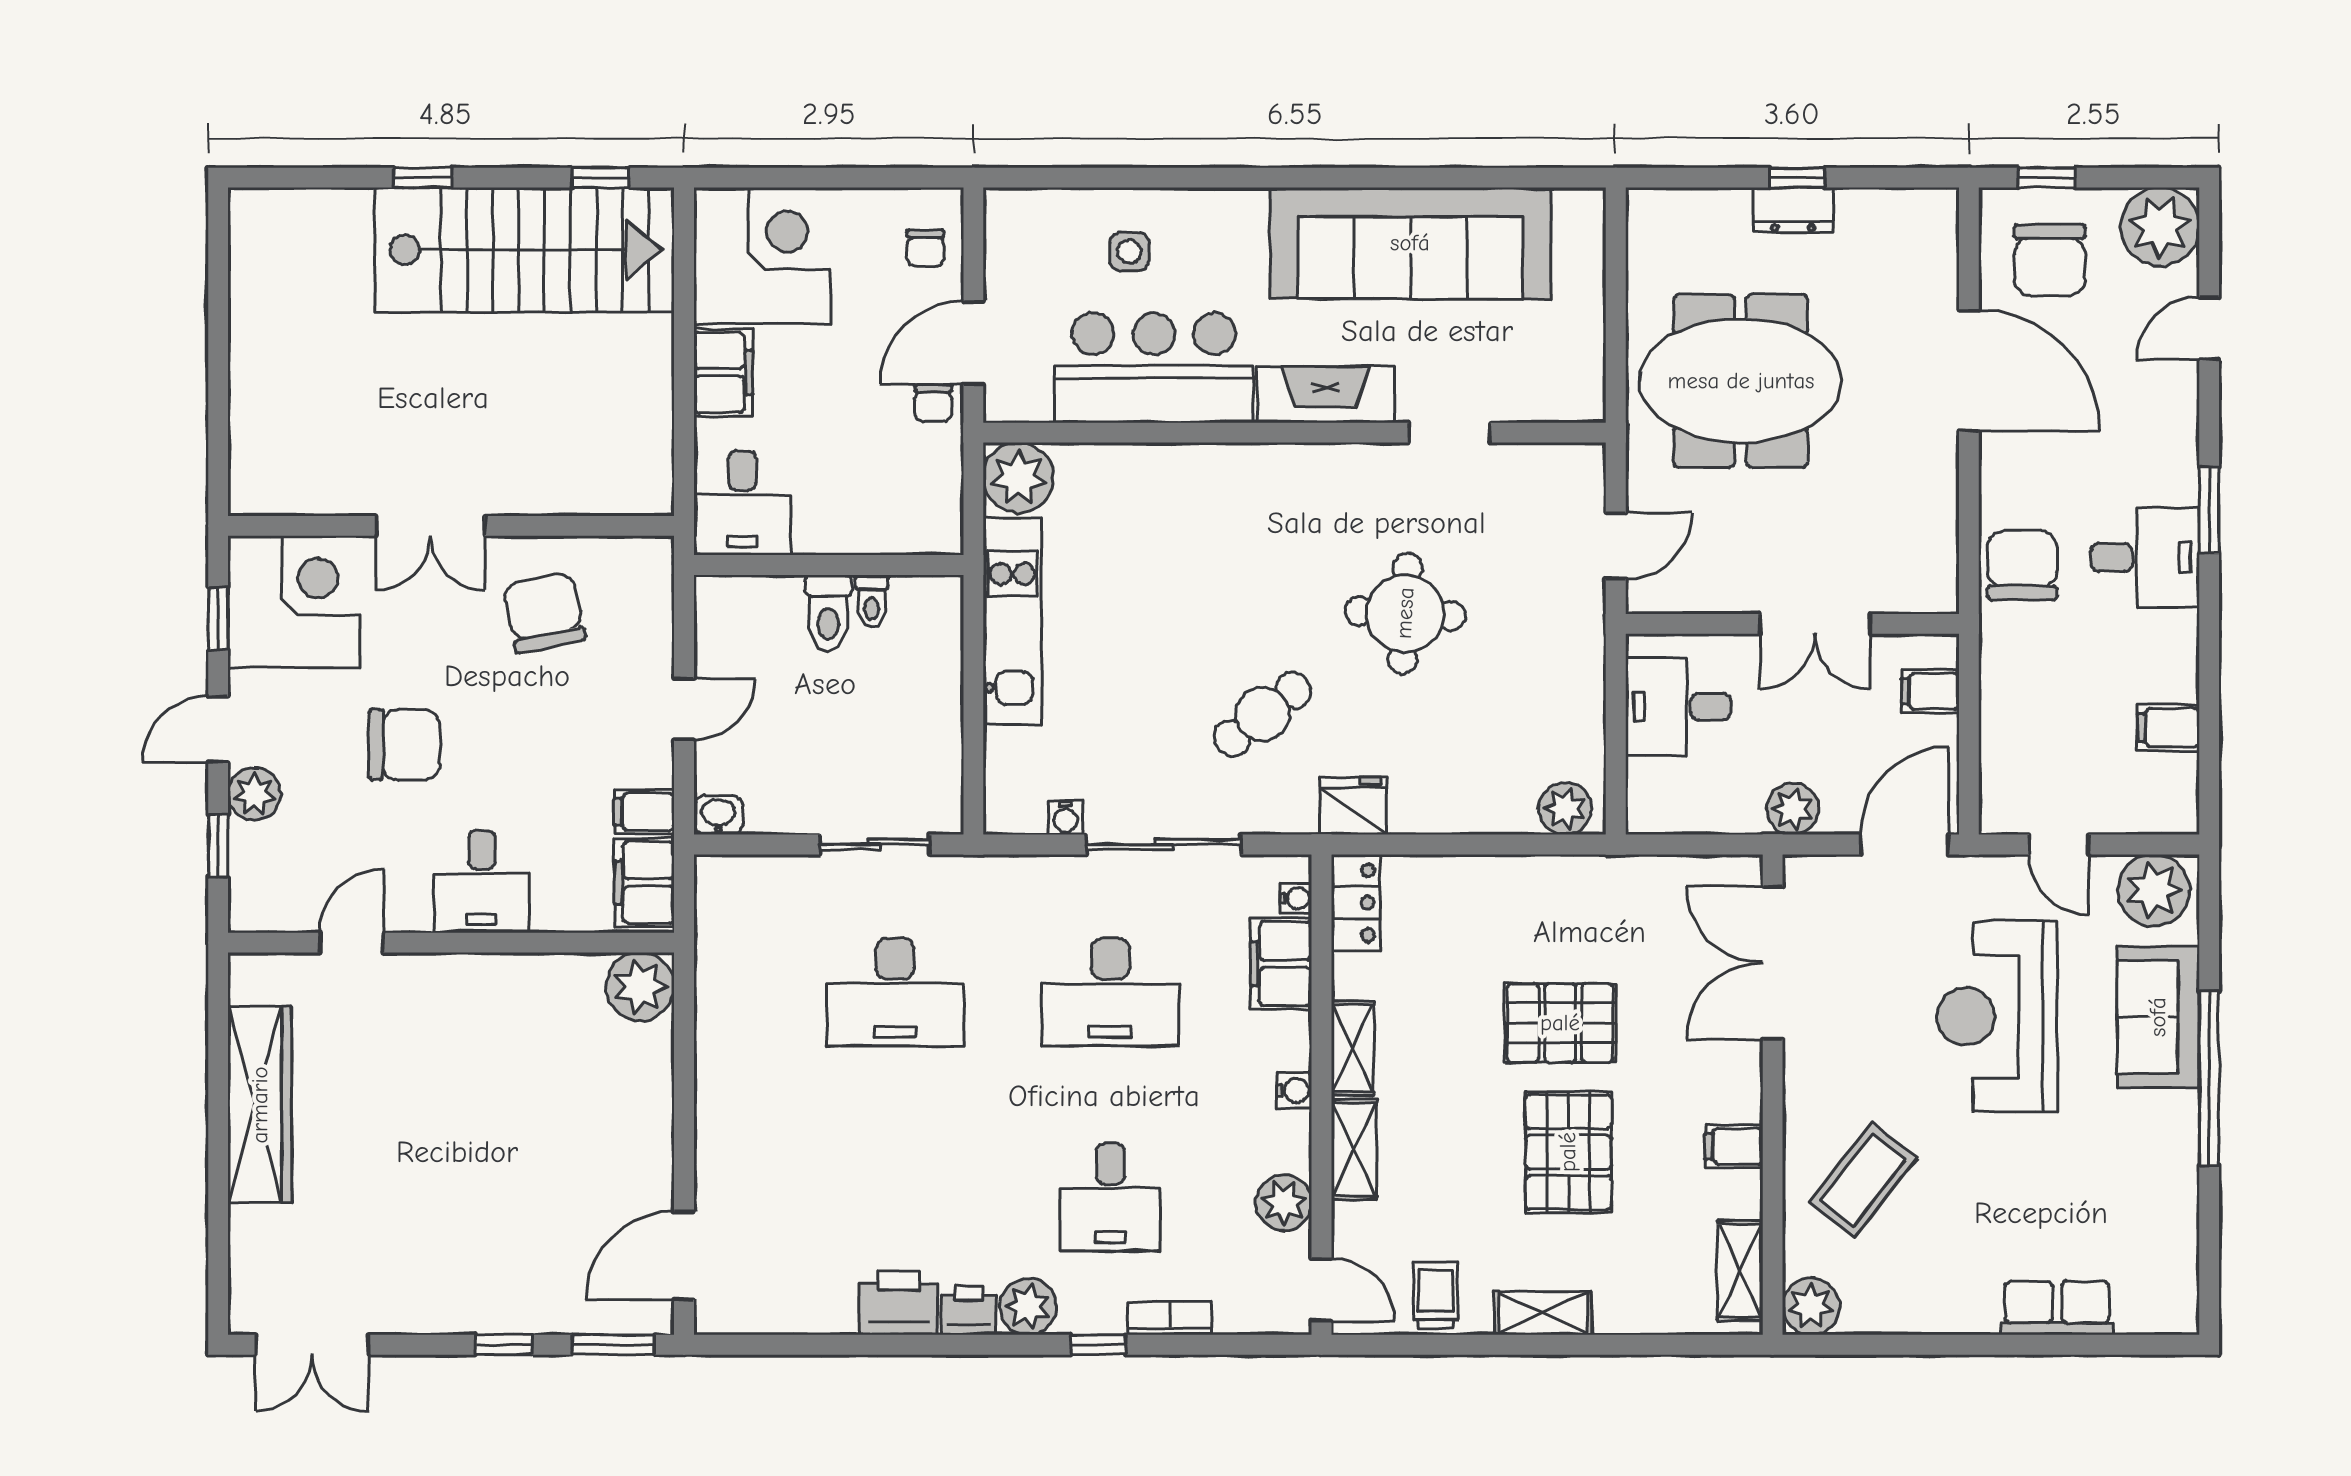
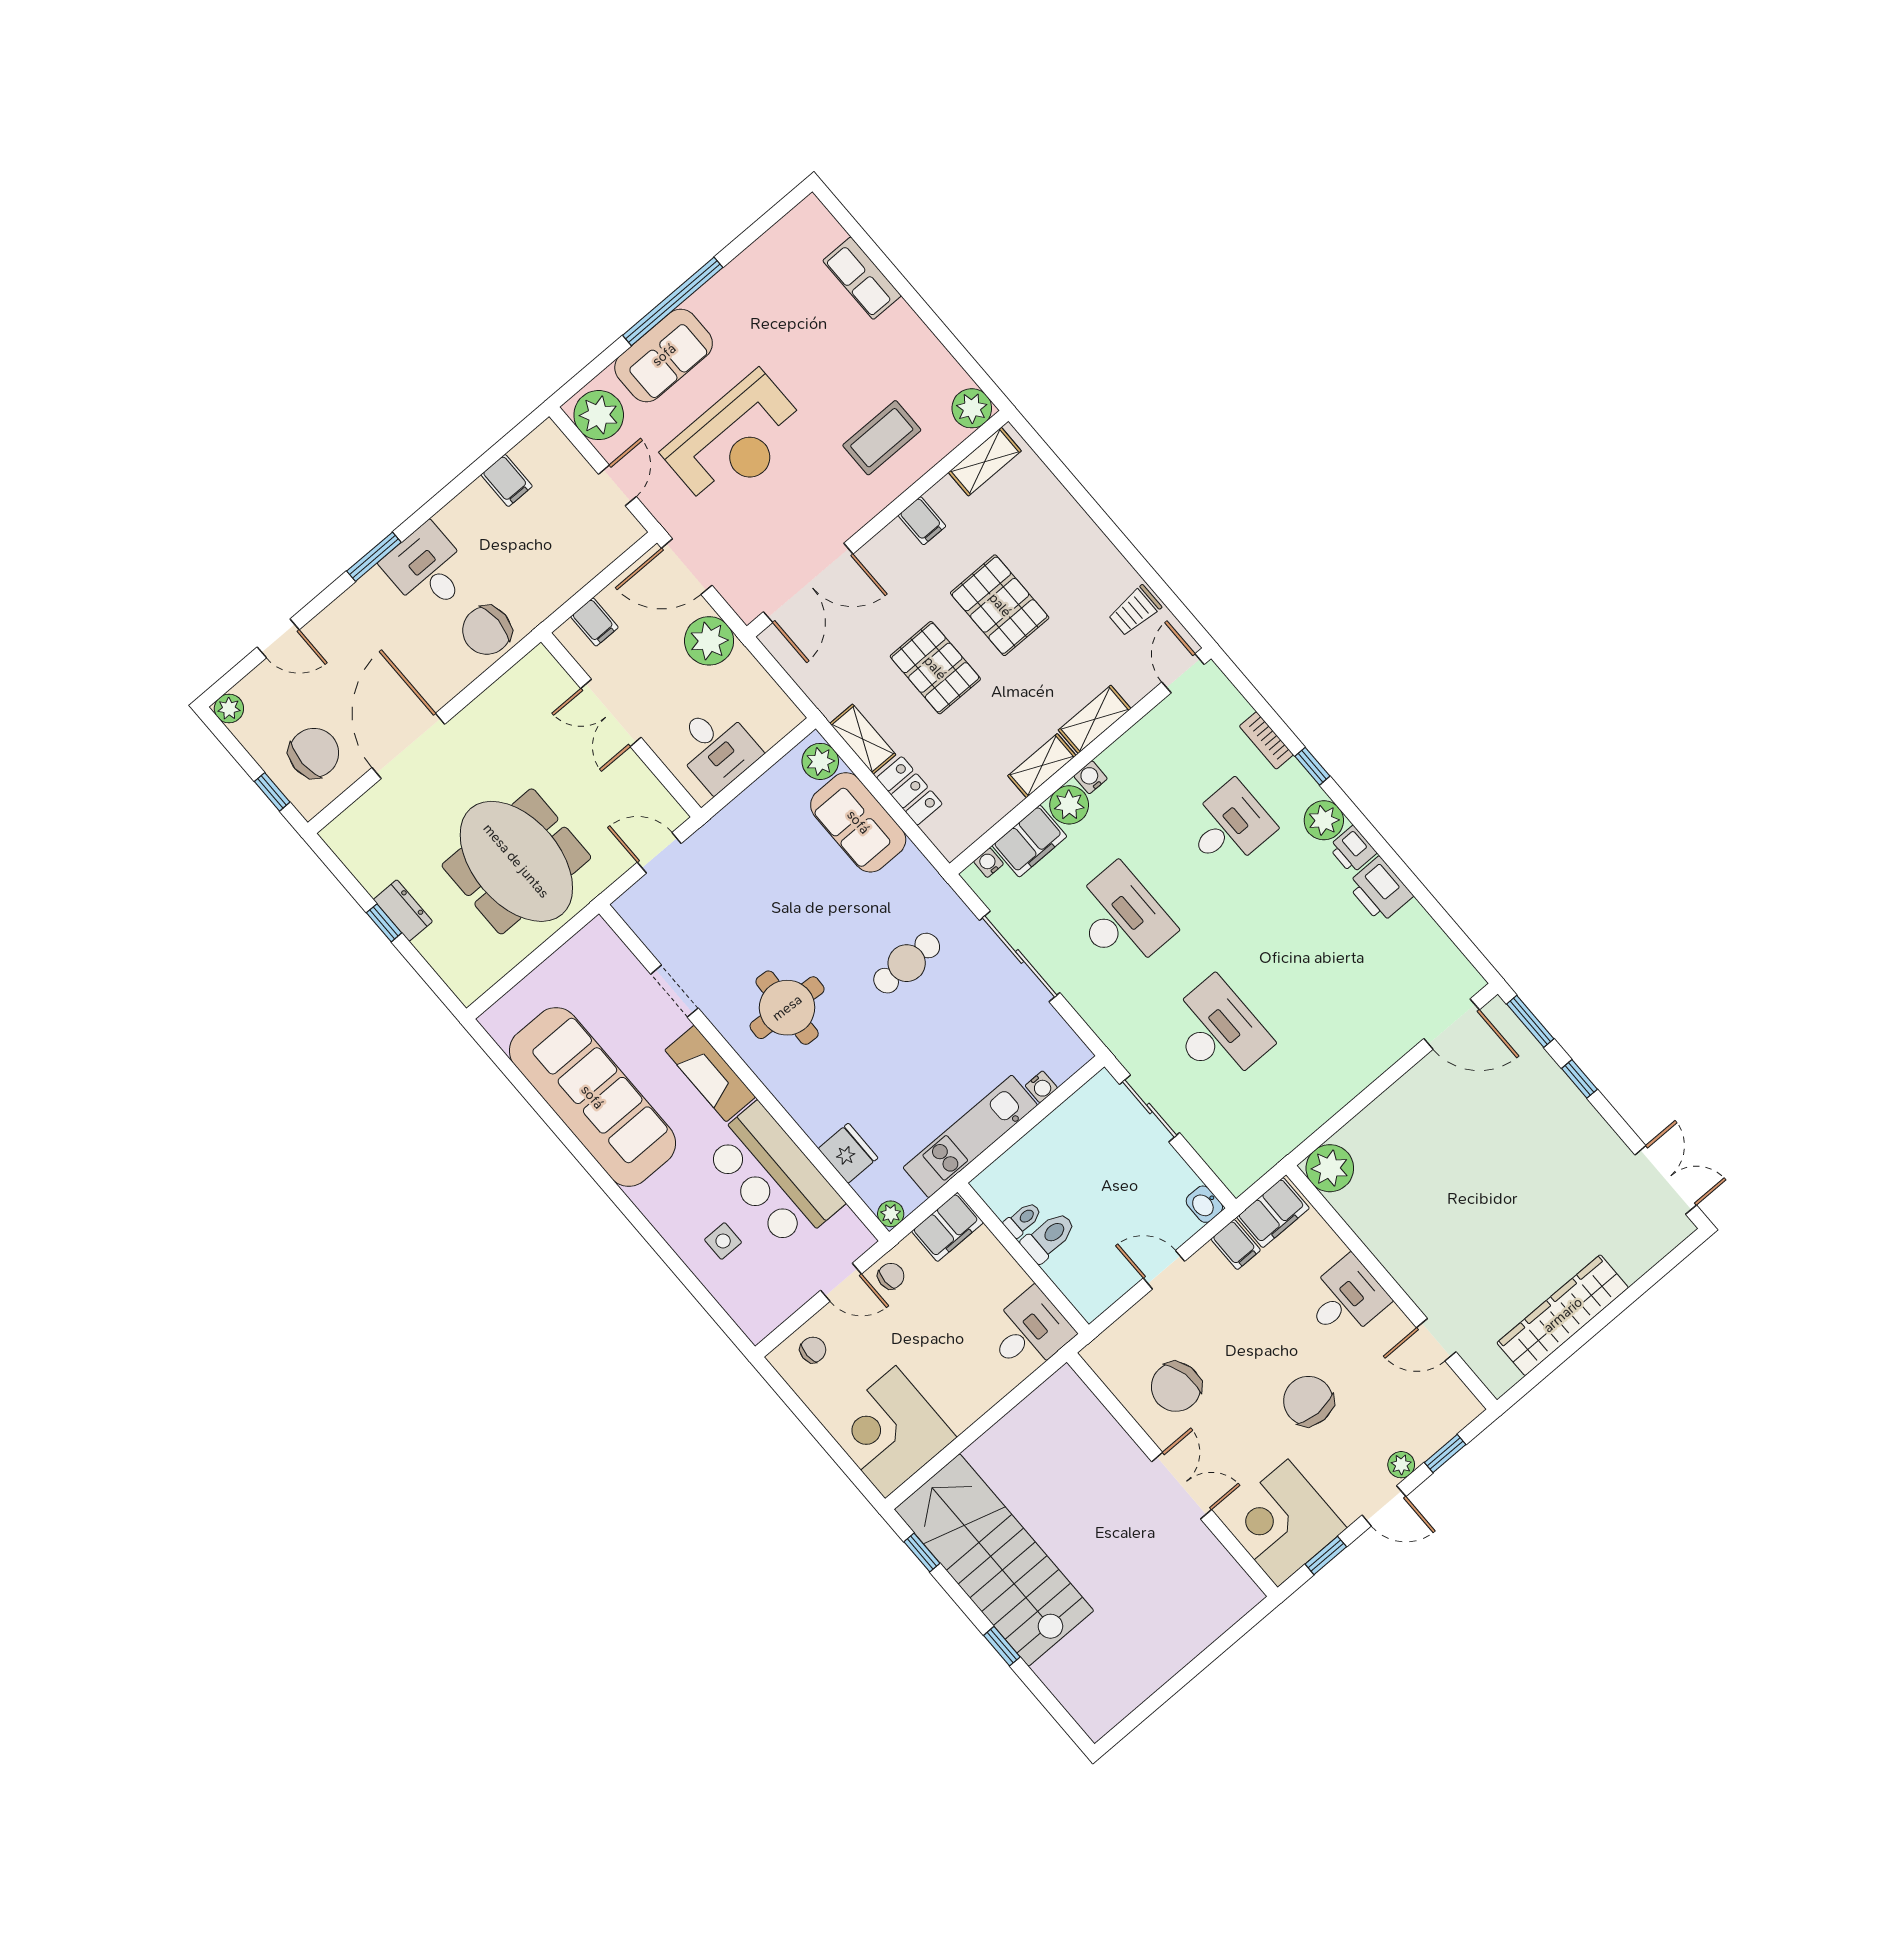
plant: (2160, 227) -> (229, 708), width x0.53, depth x0.53
door: (973, 343) -> (841, 1282), width x0.73
filing cabinet: (723, 372) -> (947, 1227), moved, turned 180
plant: (1018, 478) -> (891, 1214), width x0.53, depth x0.53
round table: (1405, 613) -> (787, 1008), moved
double door: (1815, 624) -> (611, 713), swing flipped
cafe table: (1263, 714) -> (907, 963), turned -52
sofa: (1463, 793) -> (858, 822), added
plant: (254, 794) -> (1401, 1465), width x0.73, depth x0.73
fridge: (1353, 806) -> (848, 1153), moved, turned 180
plant: (1793, 809) -> (709, 641), width x1.36, depth x1.36
water cooler: (1065, 818) -> (1041, 1087), moved, turned 90
locker: (1356, 903) -> (909, 791), moved, turned 90
pallet: (1568, 1152) -> (1000, 605), turned 90
coffee table: (1863, 1180) -> (882, 438), turned -38
plant: (1284, 1203) -> (1069, 805), moved
shelving: (1543, 1313) -> (863, 739), moved

